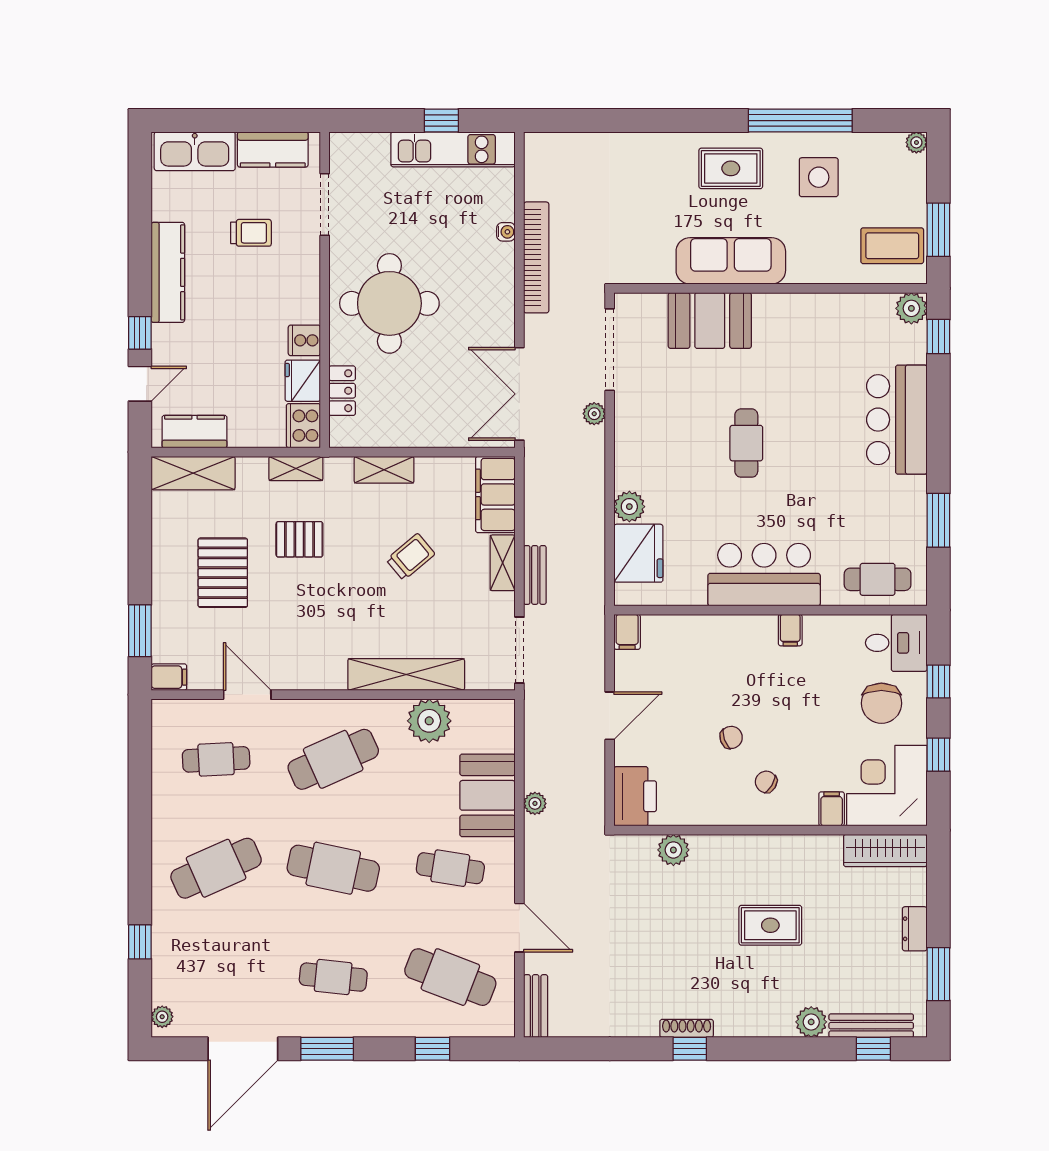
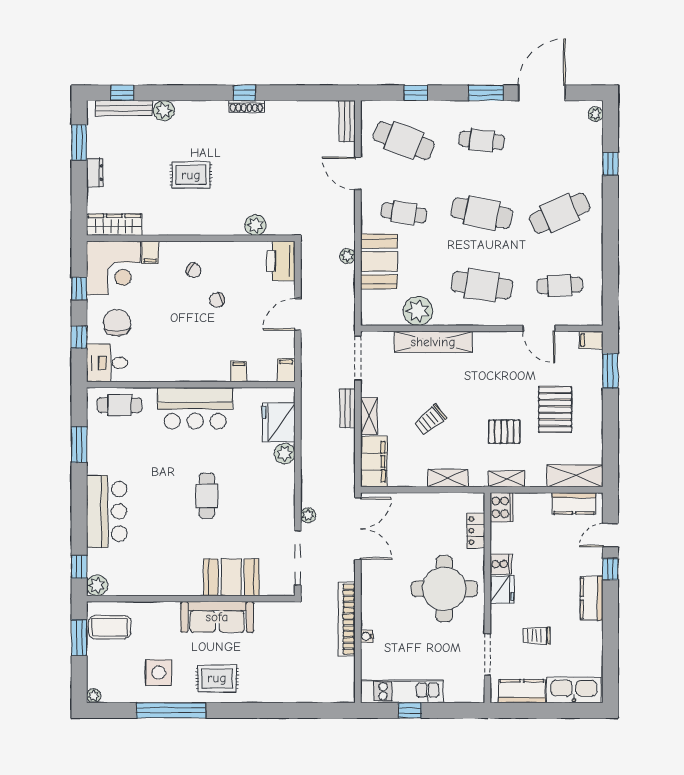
kitchen counter: (168, 272) -> (592, 598), width x0.67
fridge: (303, 381) -> (502, 589), moved
filing cabinet: (790, 630) -> (239, 371), moved
cafe table: (333, 759) -> (482, 285), turned 33

